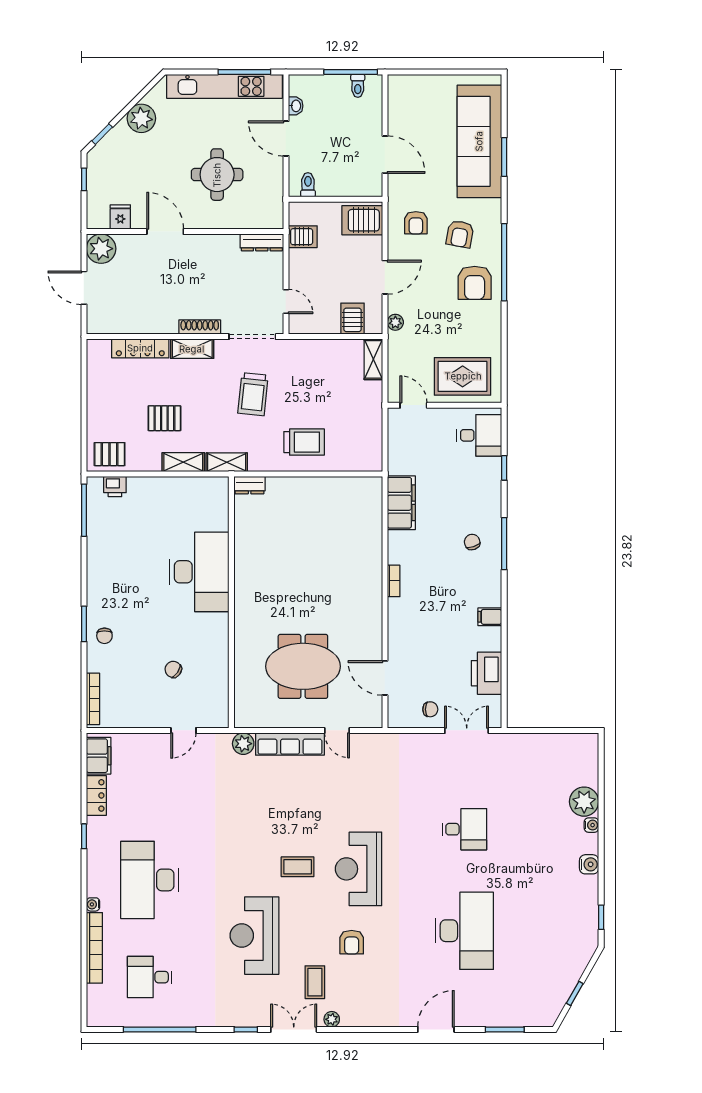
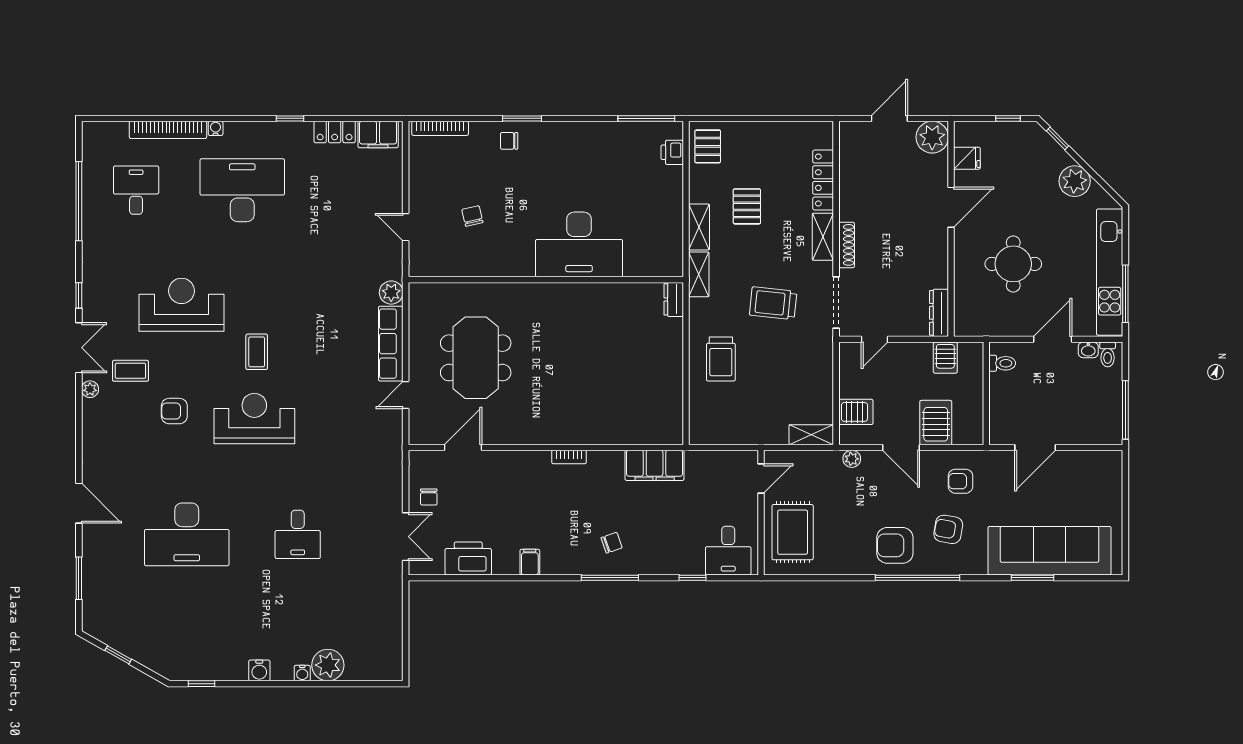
toilet: (358, 86) -> (1108, 354), moved, turned -90
server rack: (362, 220) -> (936, 422), moved
chair: (173, 669) -> (472, 216), turned -47

